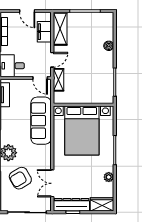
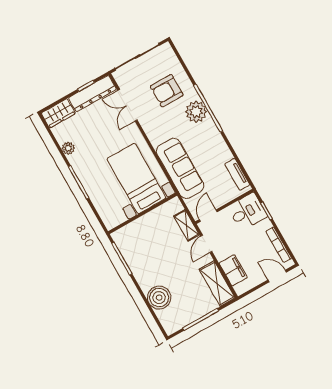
door: (27, 11) -> (277, 276), moved
boiler: (109, 46) -> (159, 298), width x1.86, depth x1.86
door: (40, 78) -> (208, 216), hinge flipped
bed with nightstands: (82, 131) -> (136, 179), width x0.73
armchair: (20, 178) -> (167, 91), turned -150
double door: (52, 183) -> (128, 105), swing flipped

